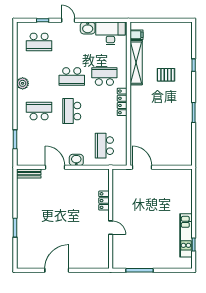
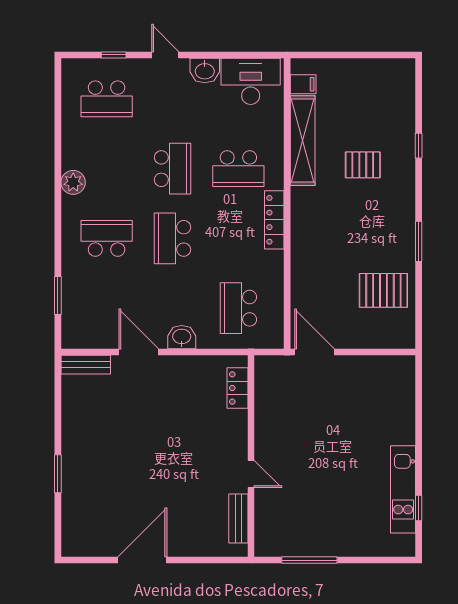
school desk: (72, 76) -> (172, 169), turned -90
school desk: (104, 76) -> (238, 169), turned 180
pallet: (176, 137) -> (383, 290), added
locker: (104, 201) -> (237, 388), moved
bench: (104, 250) -> (238, 518), added

